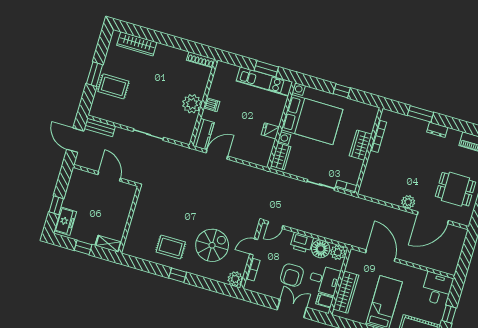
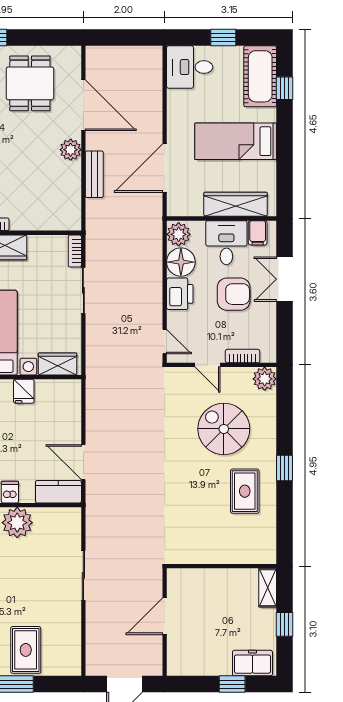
bench: (100, 127) -> (94, 174), moved

